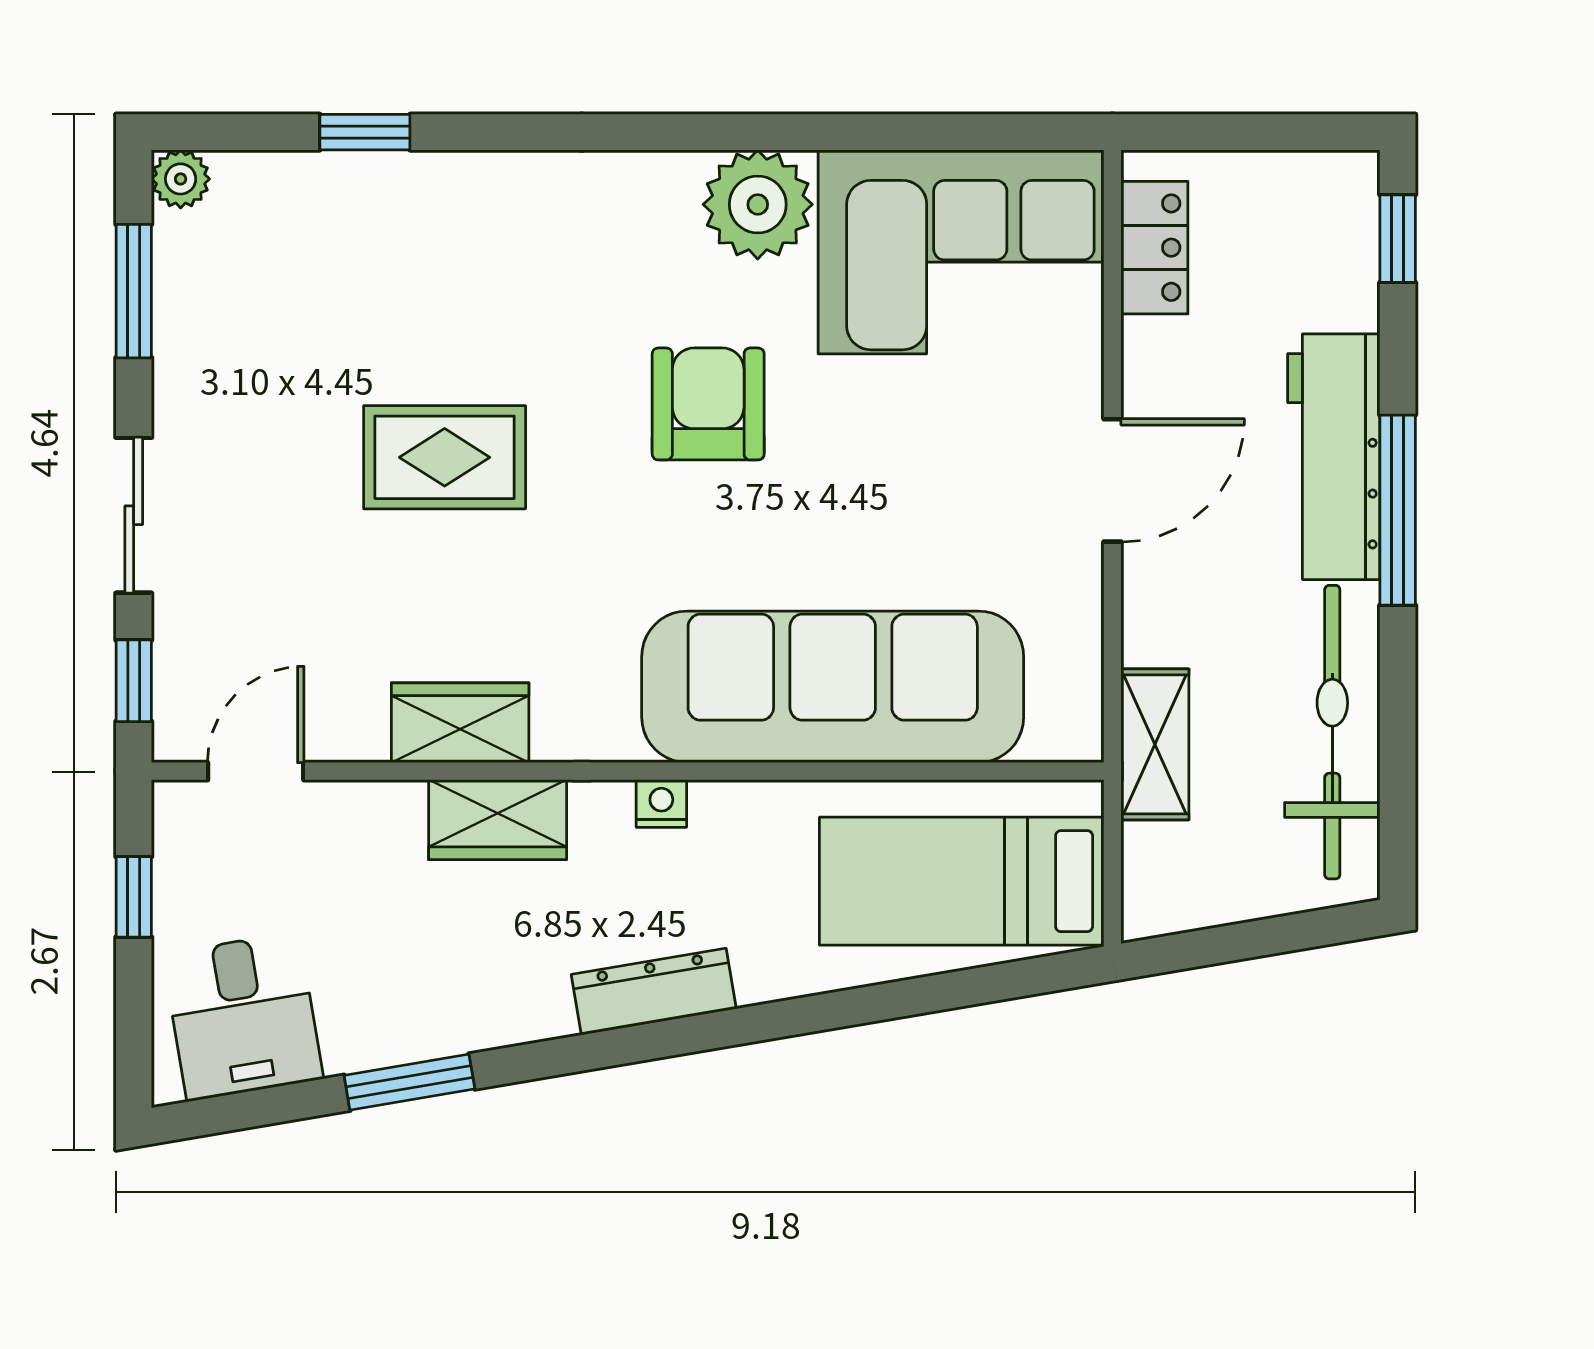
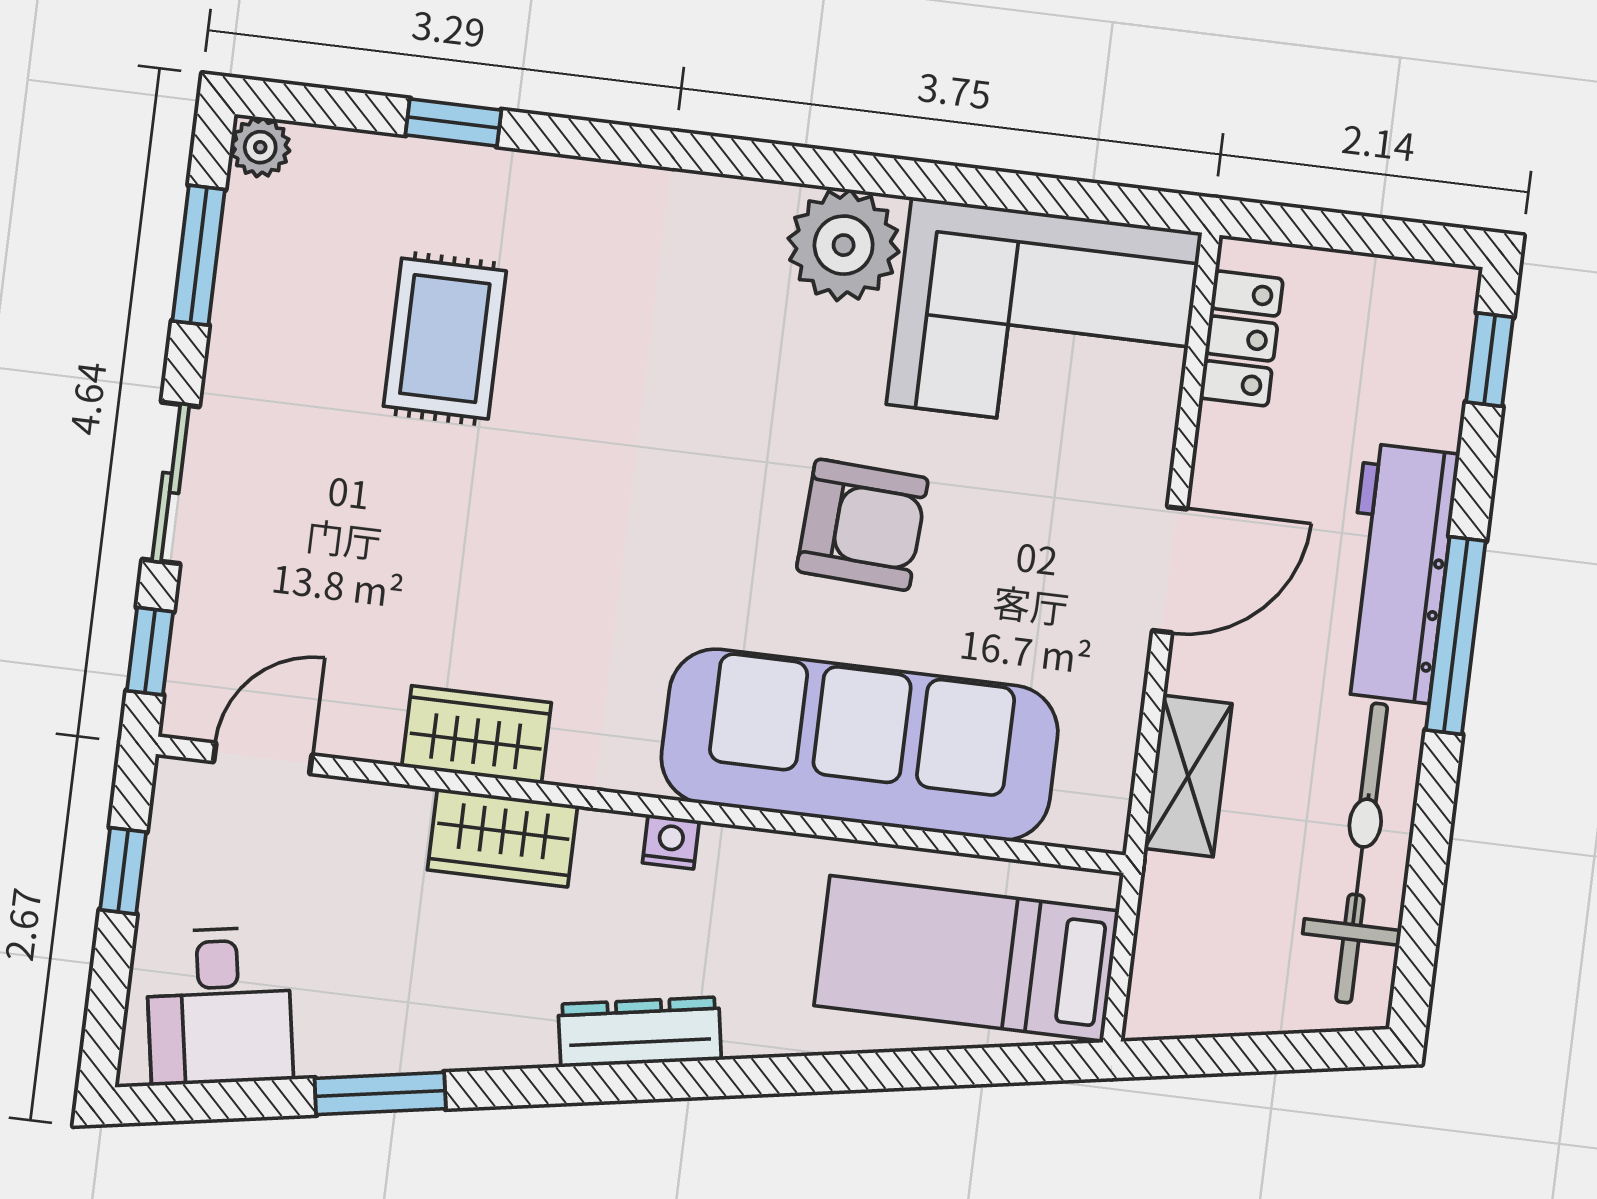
armchair: (708, 404) -> (862, 525), moved, turned 93
rug: (445, 457) -> (445, 339), moved, turned 90
shelving: (1155, 744) -> (1188, 776), moved

